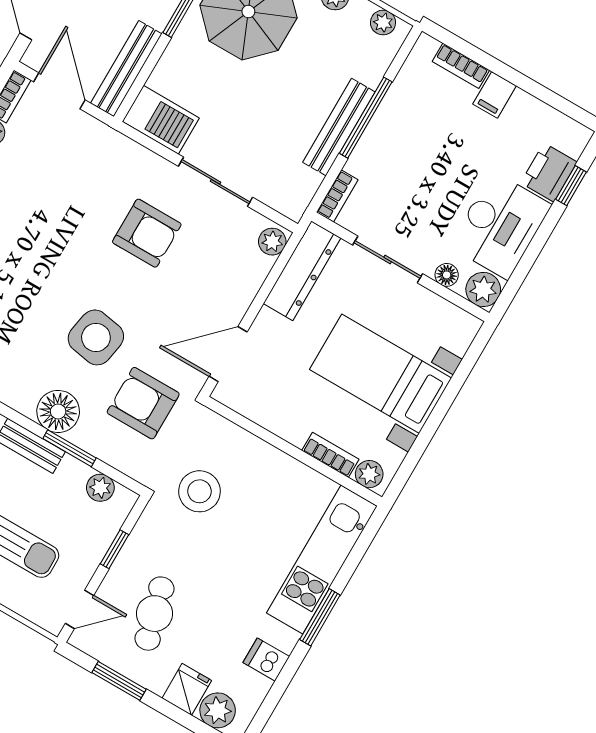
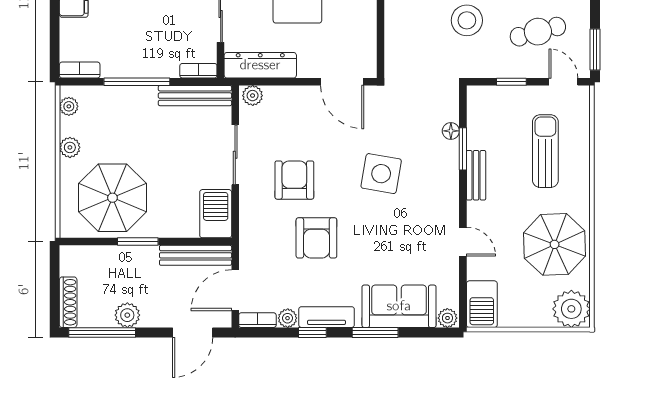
bookcase: (461, 66) -> (80, 70), moved, turned -90
bench: (339, 127) -> (195, 96), moved
armchair: (143, 403) -> (316, 238), moved
floor lamp: (58, 411) -> (451, 131), moved, width x0.53, depth x0.53
plant: (100, 488) -> (477, 114), removed
stool: (199, 491) -> (467, 20), moved
window: (119, 681) -> (595, 50), moved

